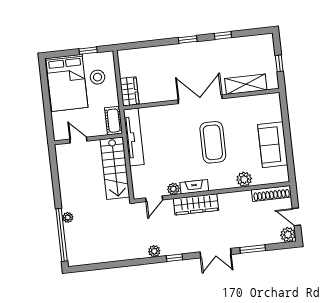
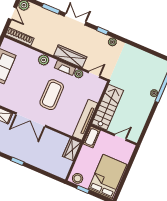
stool: (98, 77) -> (78, 178), moved
door: (78, 140) -> (120, 137), swing flipped
coffee table: (213, 142) -> (52, 95), moved
plant: (244, 179) -> (44, 60), moved

